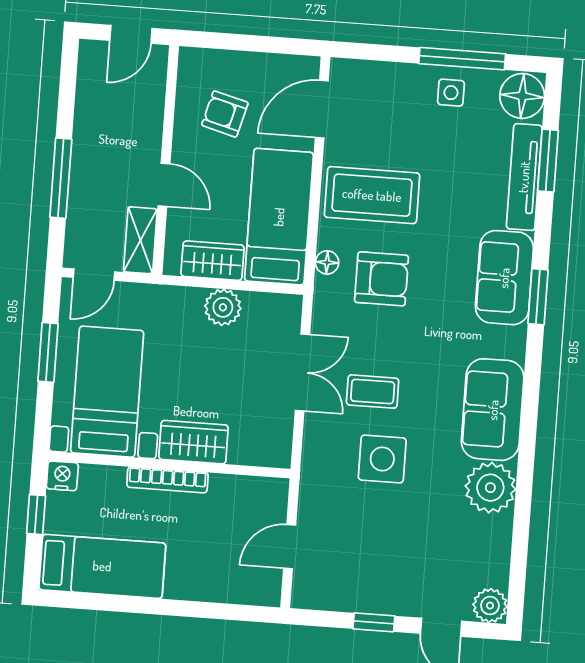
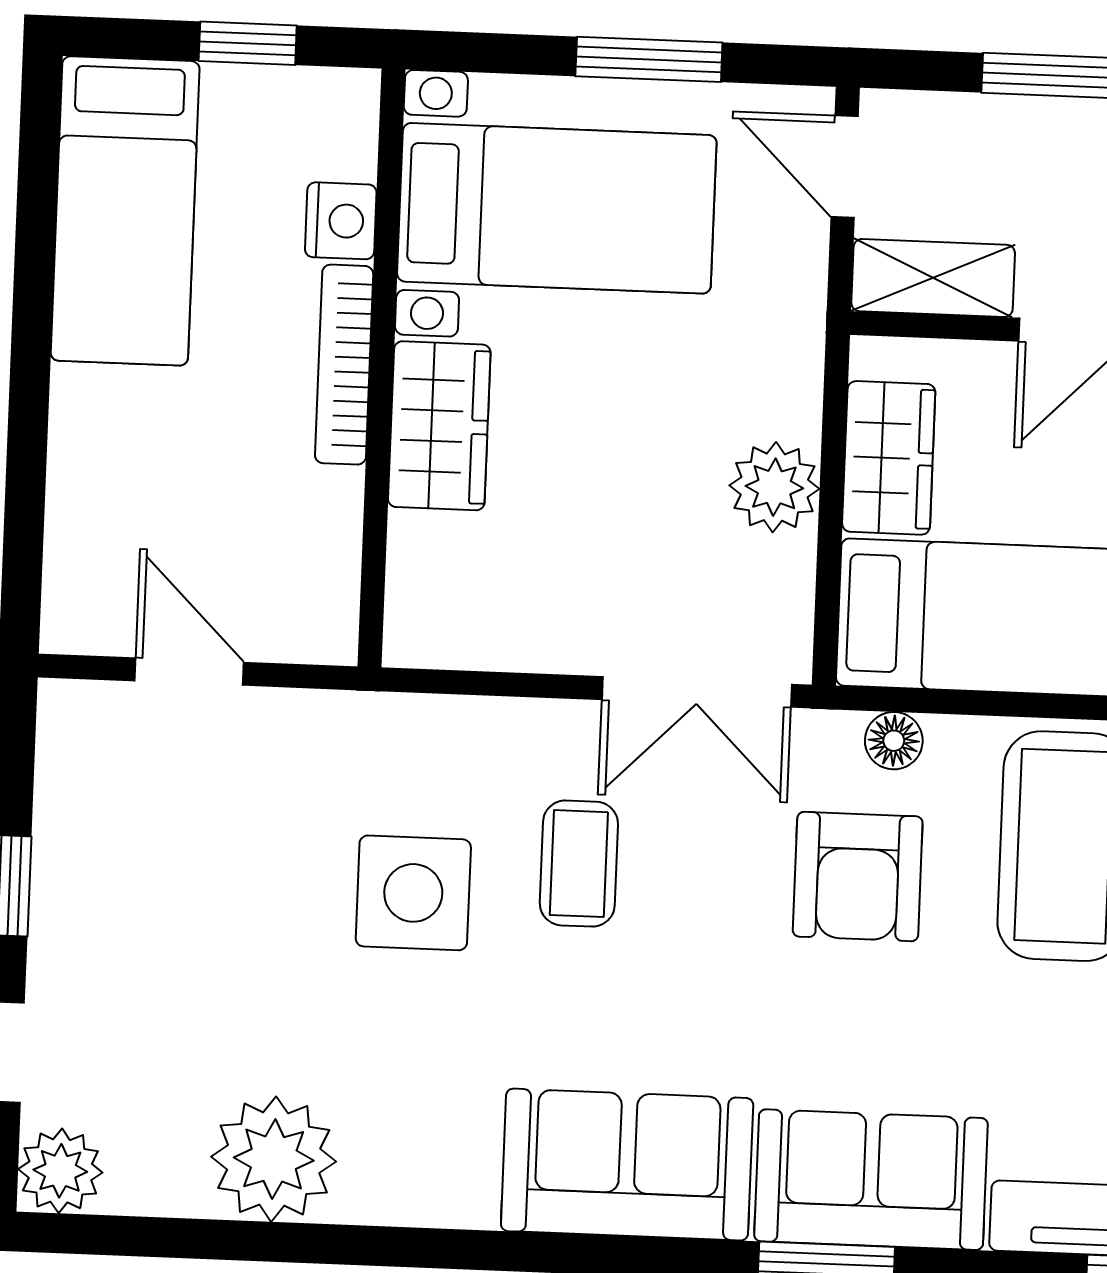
double door: (302, 373) -> (697, 692), moved
sofa: (493, 410) -> (627, 1165), moved
nightstand: (62, 476) -> (341, 221), moved
plant: (490, 488) -> (274, 1159), moved

